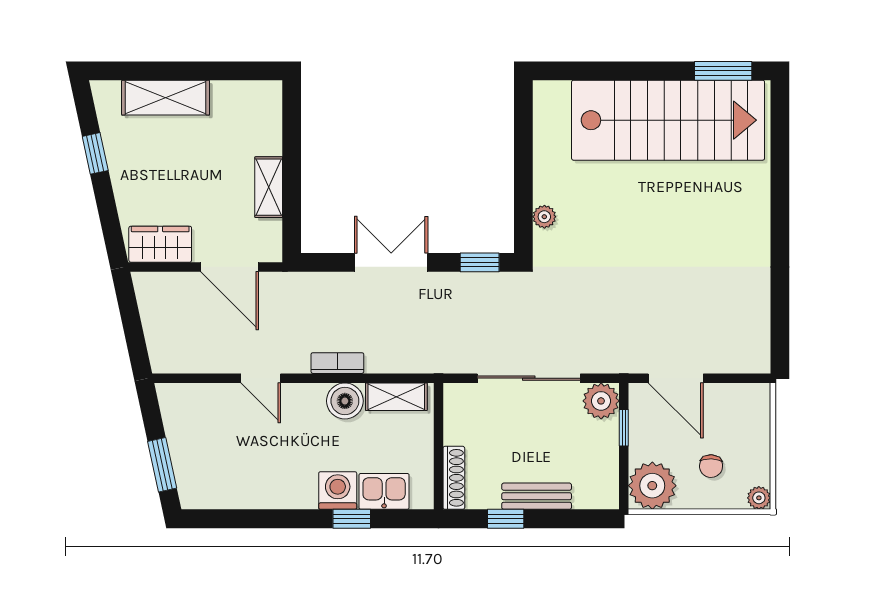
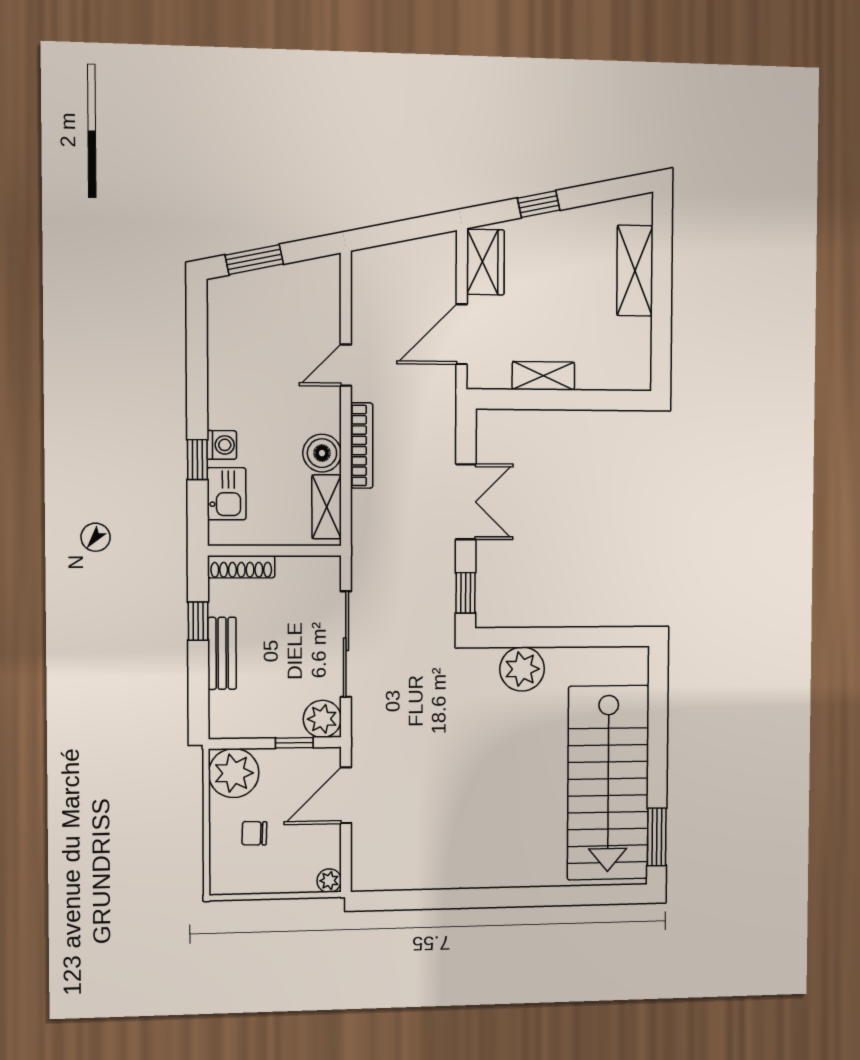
window: (95, 153) -> (539, 204), moved
plant: (544, 217) -> (522, 669), width x1.88, depth x1.88
bookcase: (337, 363) -> (362, 446), width x1.56
washing machine: (338, 491) -> (222, 445), width x0.73, depth x0.73
plant: (759, 498) -> (329, 881), moved

